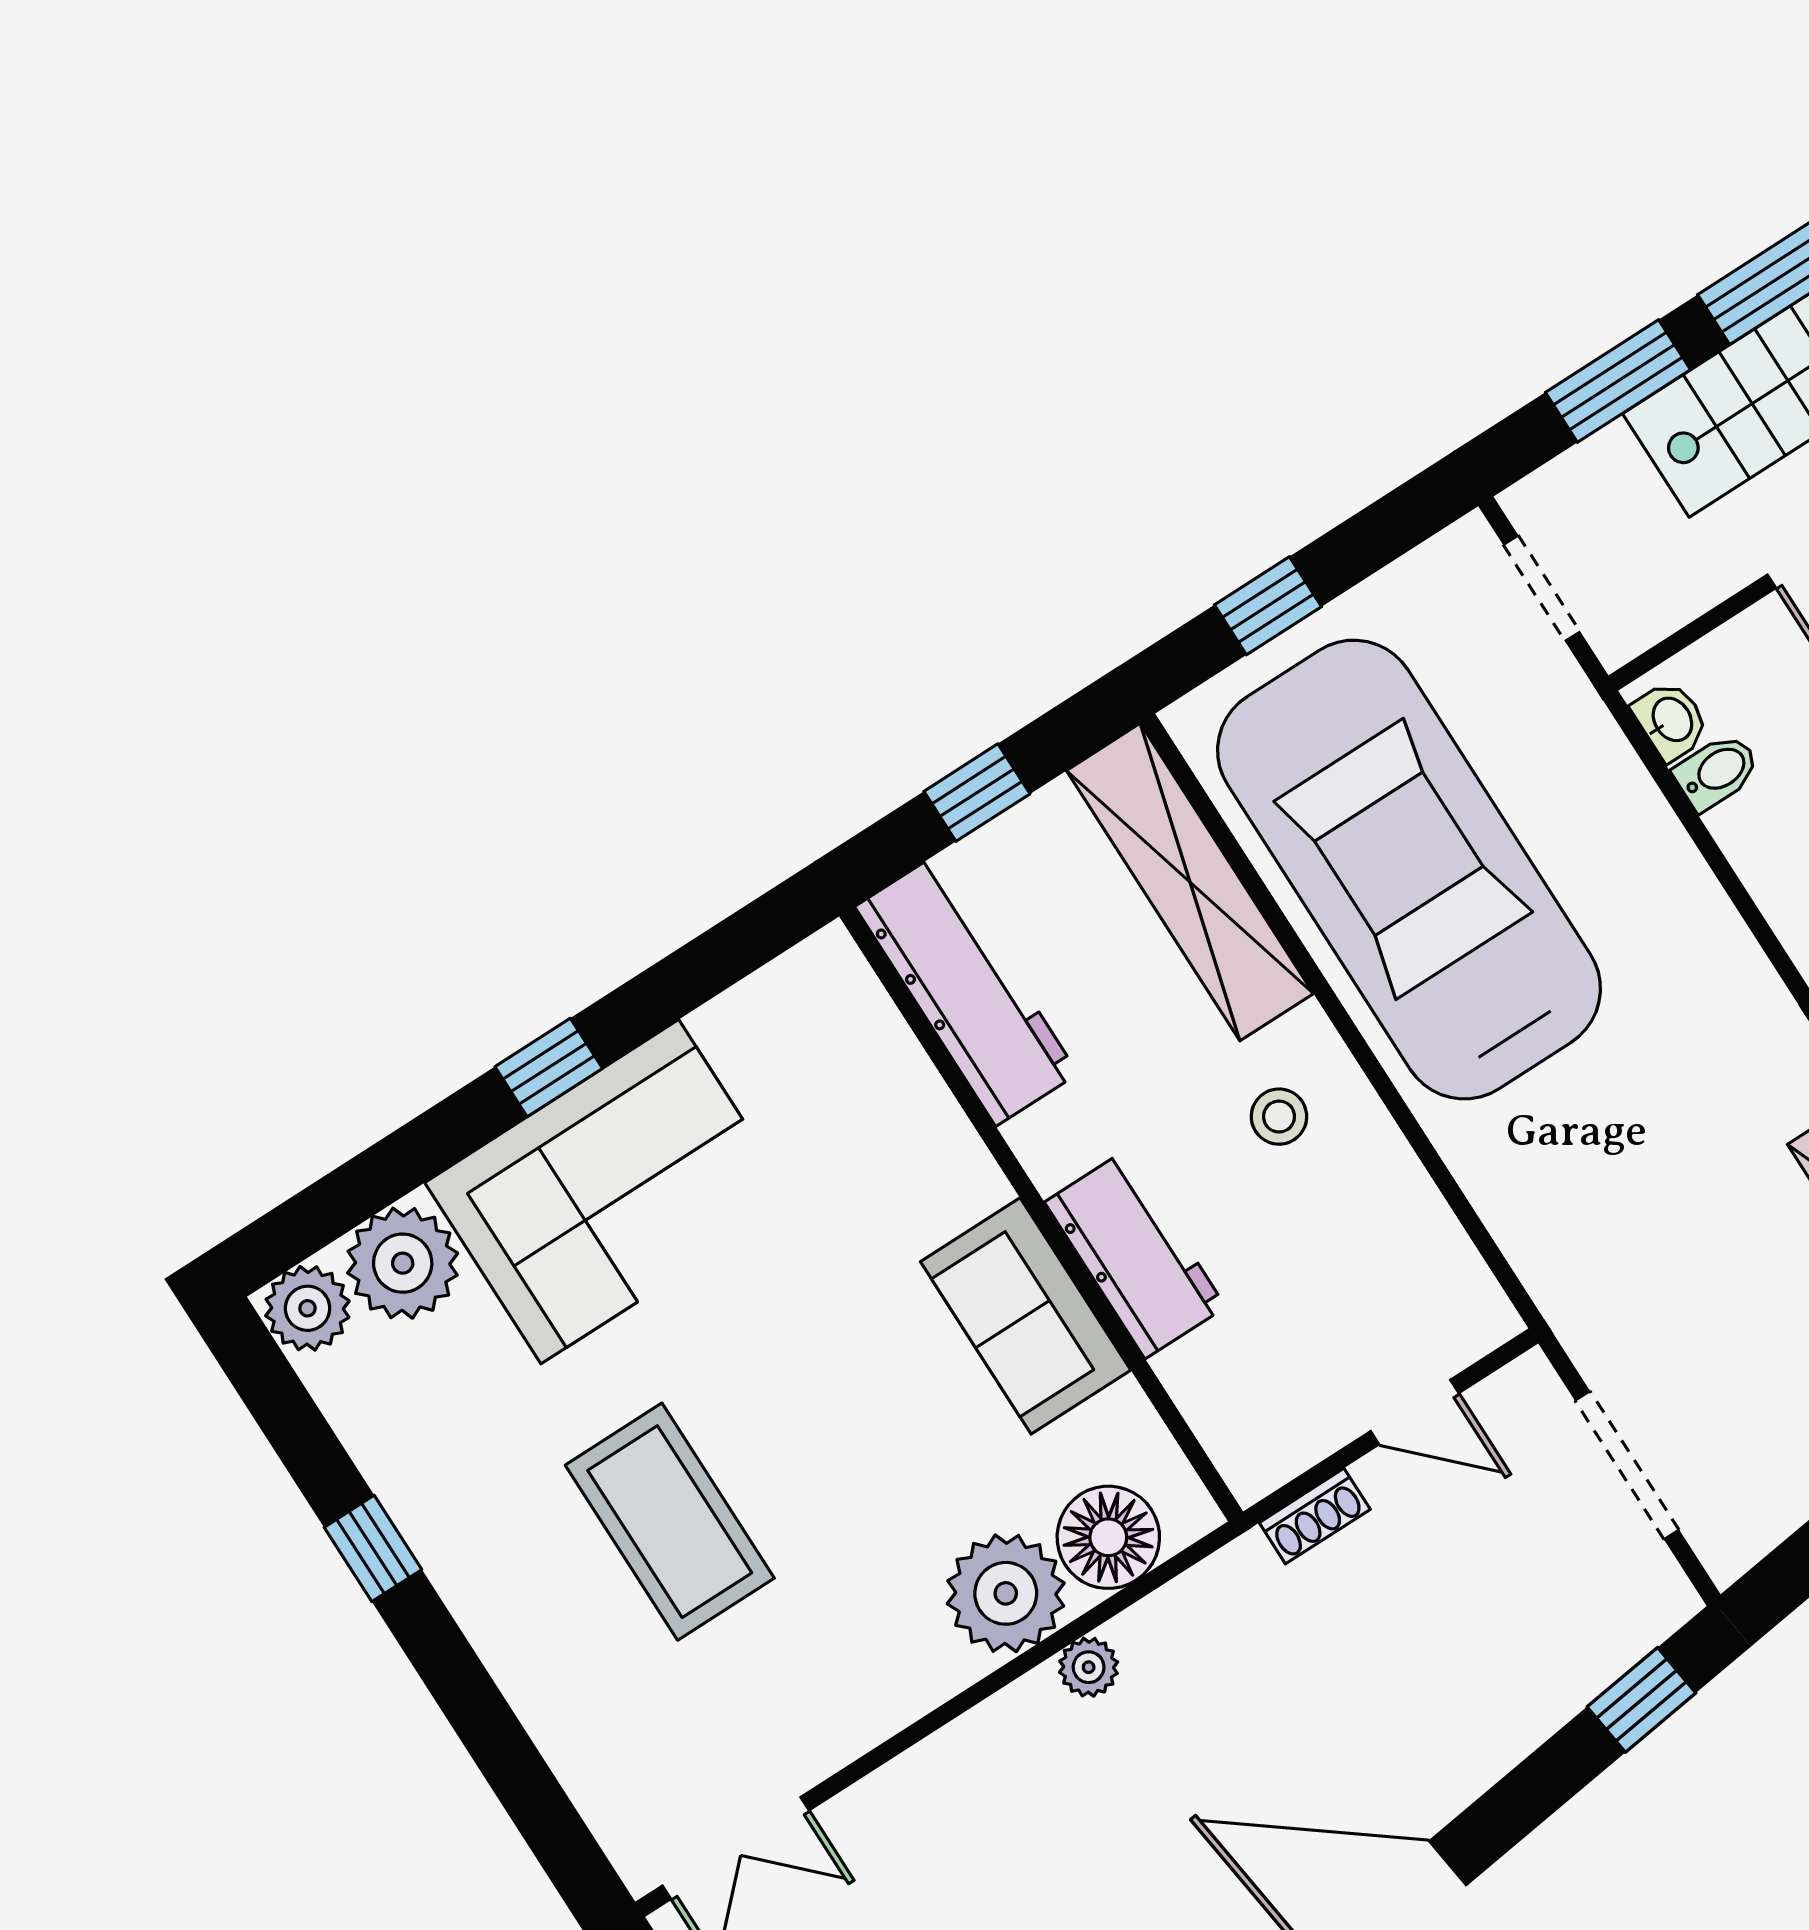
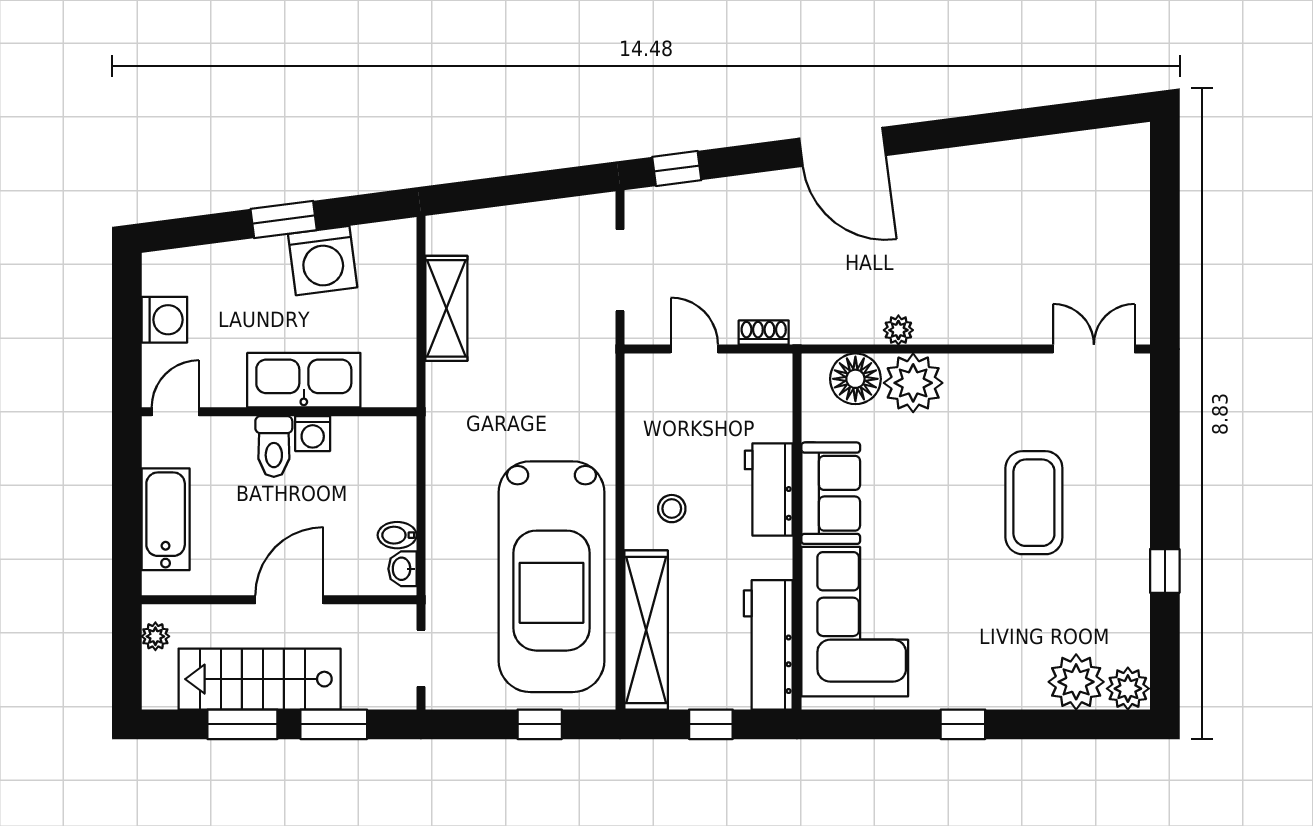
corner sofa: (610, 1192) -> (855, 622), moved, turned 90

